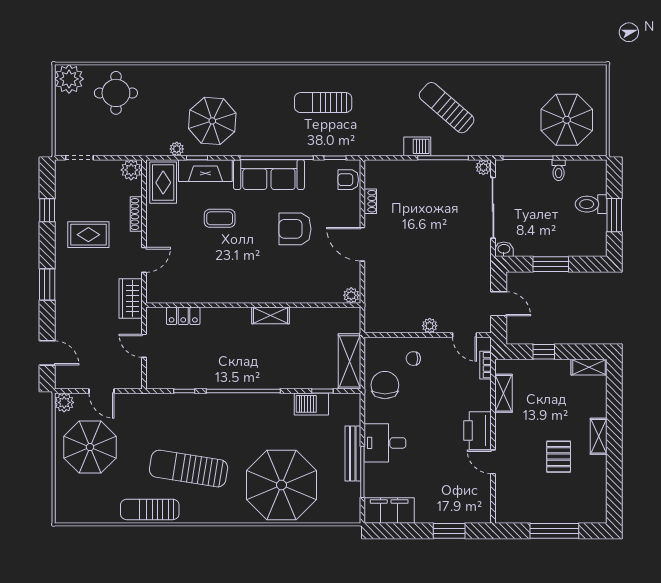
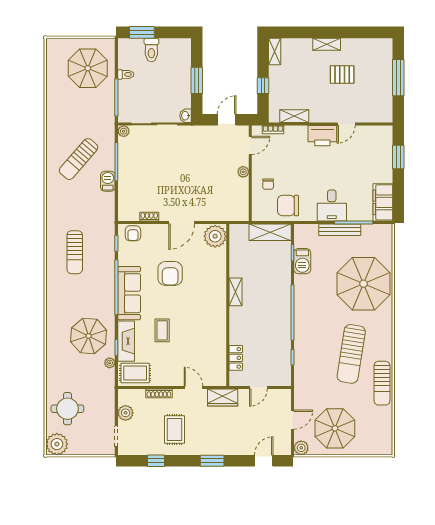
plant: (131, 170) -> (126, 413), moved
window: (614, 215) -> (142, 32), moved
plant: (351, 295) -> (215, 236), width x1.88, depth x1.88

